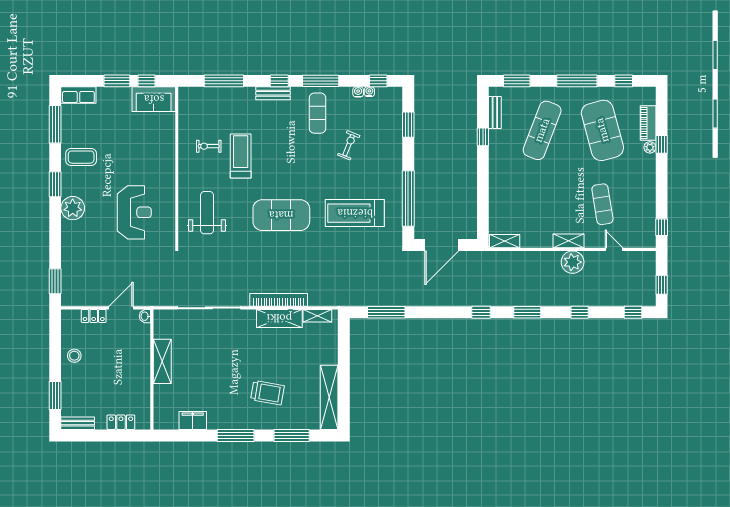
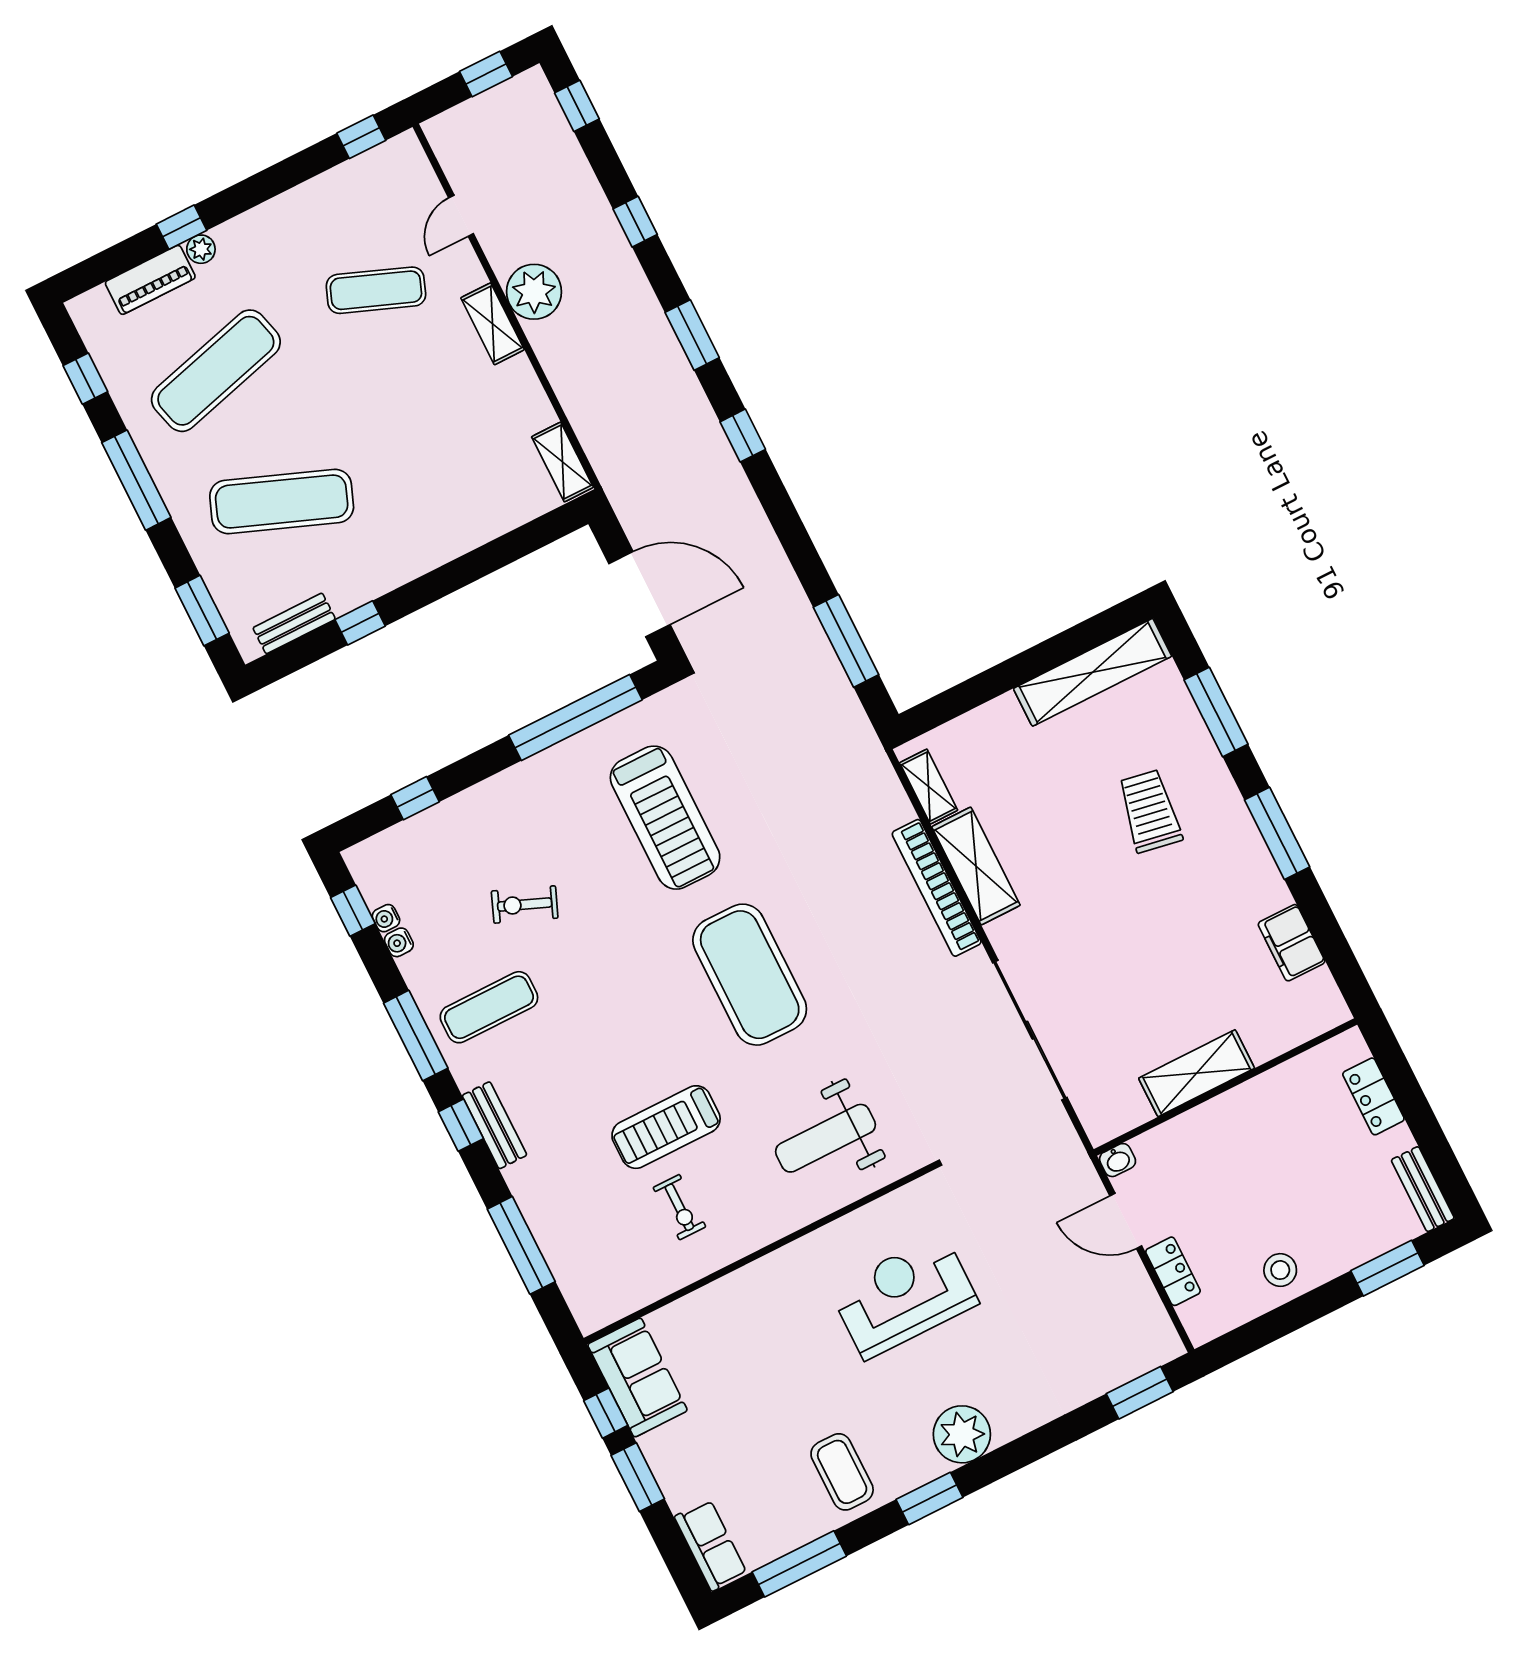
window: (408, 125) -> (415, 798), width x0.67
exercise mat: (602, 130) -> (216, 371), width x0.68
exercise mat: (602, 204) -> (376, 290), turned 30

